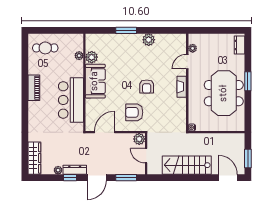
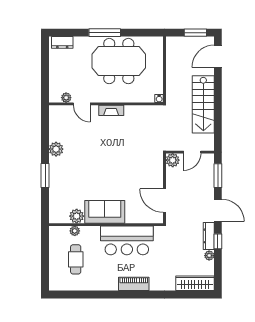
cafe table: (45, 48) -> (76, 259), moved
window: (248, 81) -> (105, 33), width x1.44
armchair: (147, 87) -> (111, 151), removed
piano: (34, 88) -> (134, 284), moved
armchair: (134, 112) -> (141, 166), removed

